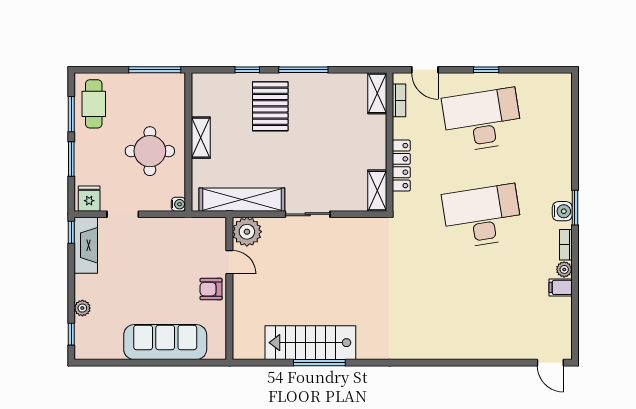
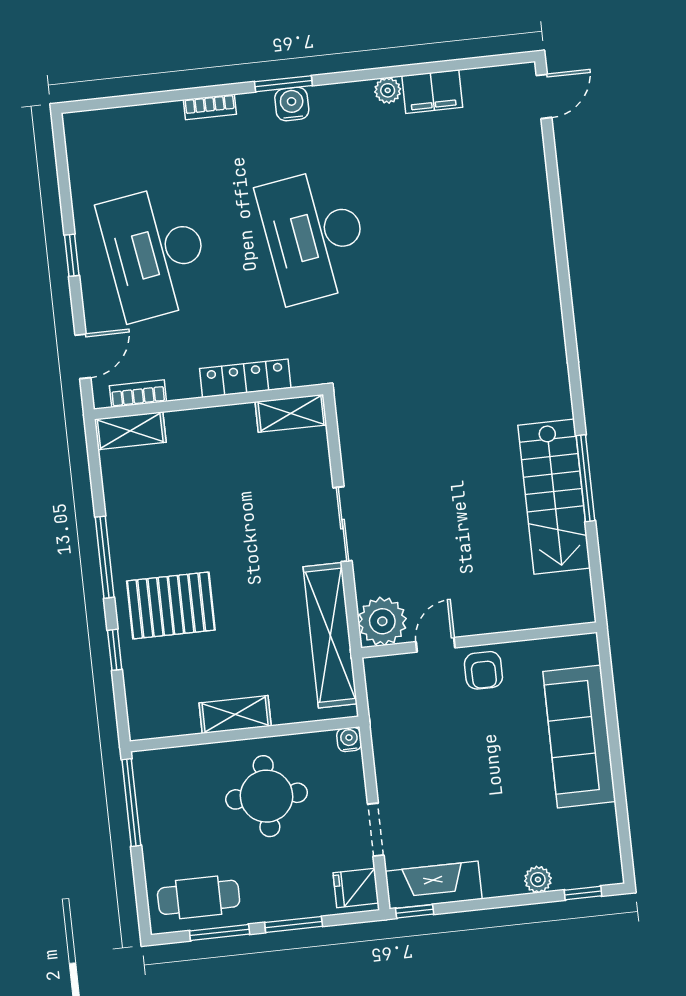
bookcase: (566, 245) -> (210, 107), moved
filing cabinet: (561, 287) -> (432, 92), width x2.00

